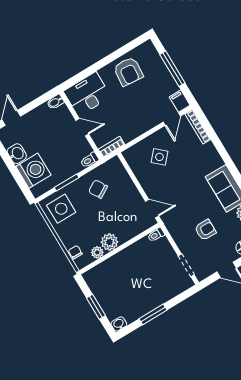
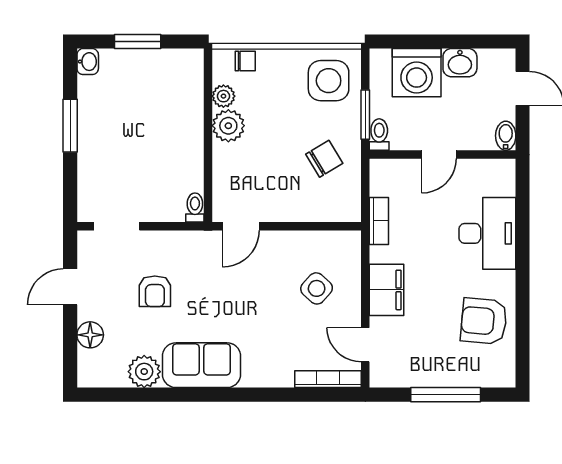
filing cabinet: (180, 101) -> (387, 290), moved, width x2.00
bidet: (55, 102) -> (506, 136), moved
wall: (81, 126) -> (443, 155), moved
door: (82, 127) -> (439, 155), moved
toilet: (90, 160) -> (379, 135), moved

